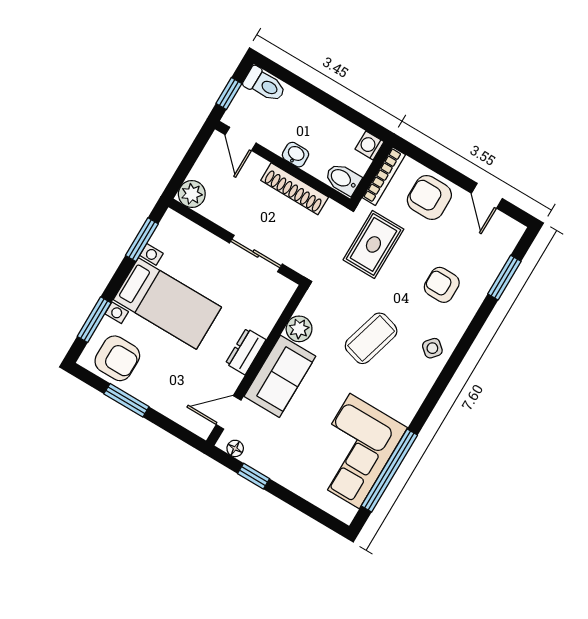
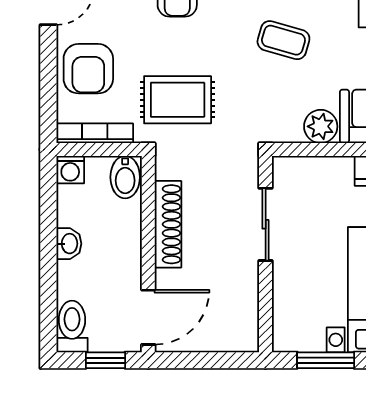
door: (241, 139) -> (148, 317), width x1.38
washbasin: (295, 155) -> (69, 244), moved, turned 180
plant: (192, 194) -> (242, 335), removed
coffee table: (371, 338) -> (283, 40), width x0.73, depth x0.77

